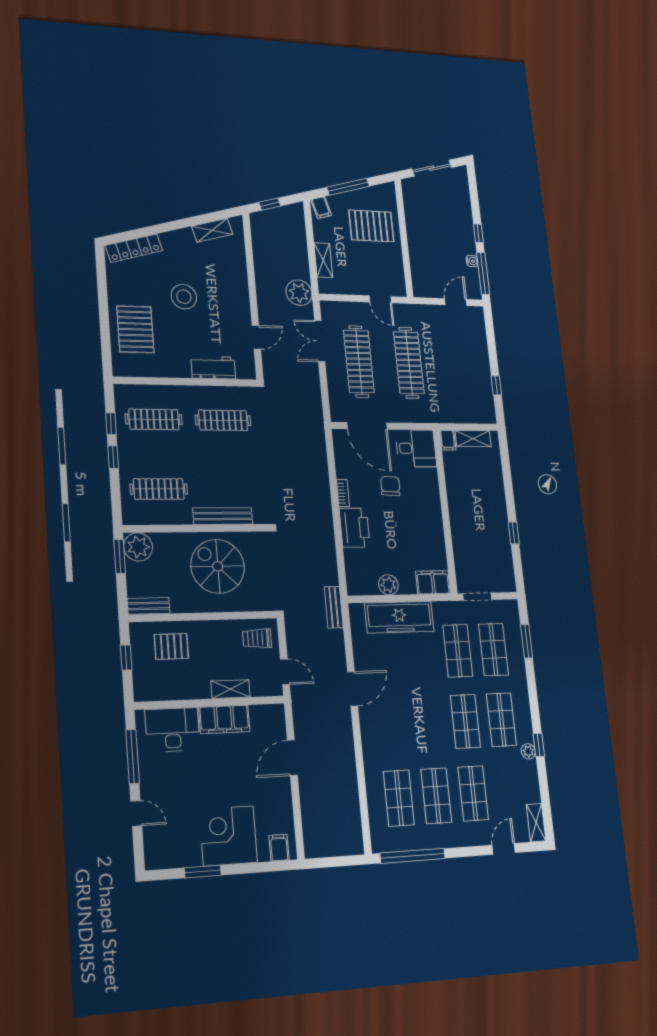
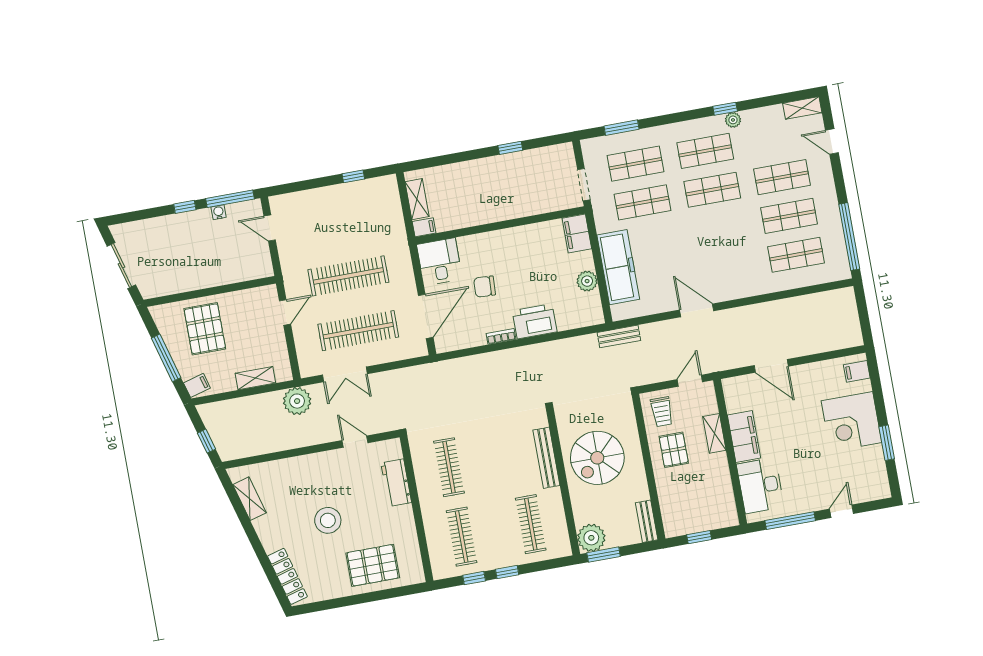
pallet: (171, 646) -> (674, 450), moved

